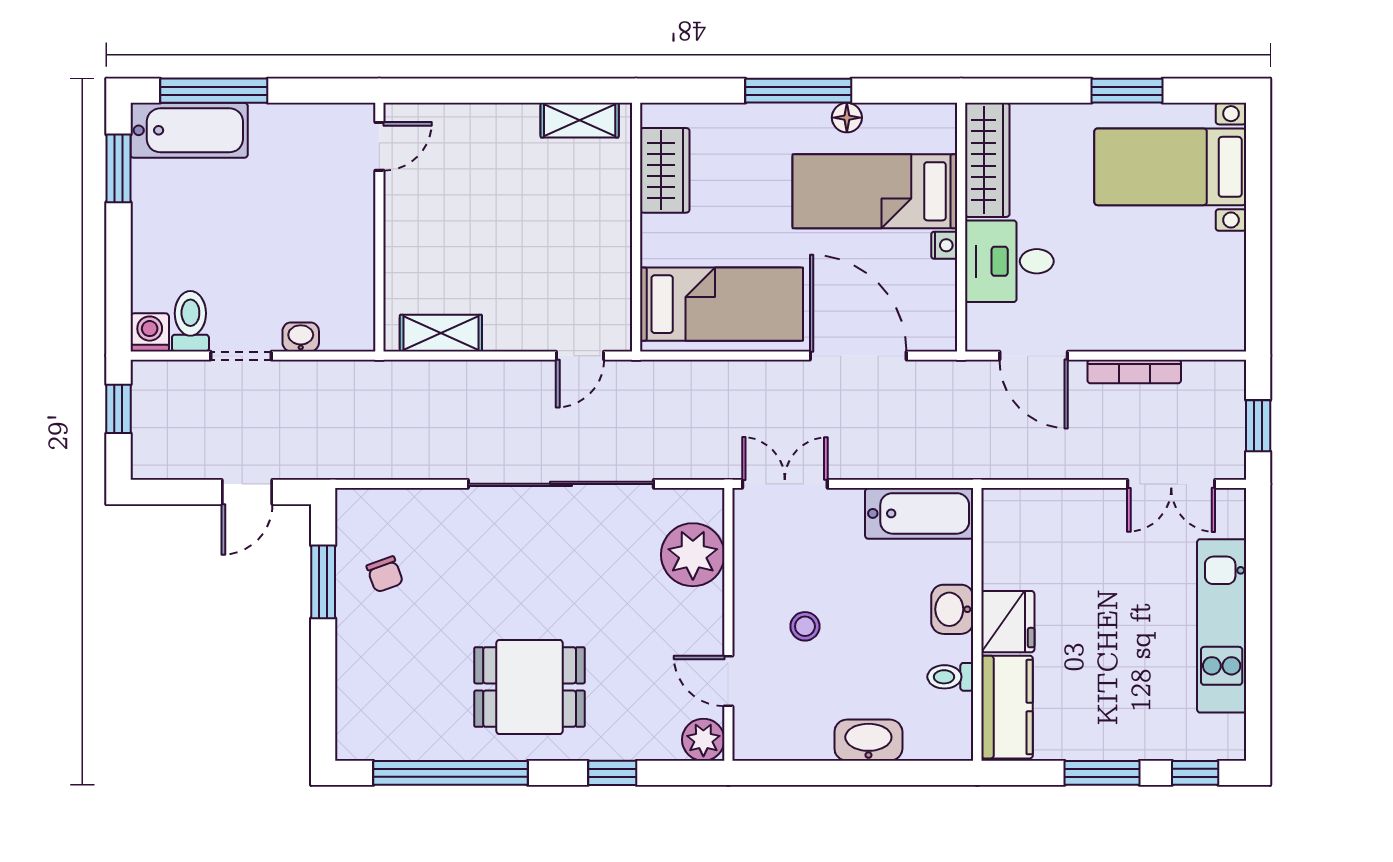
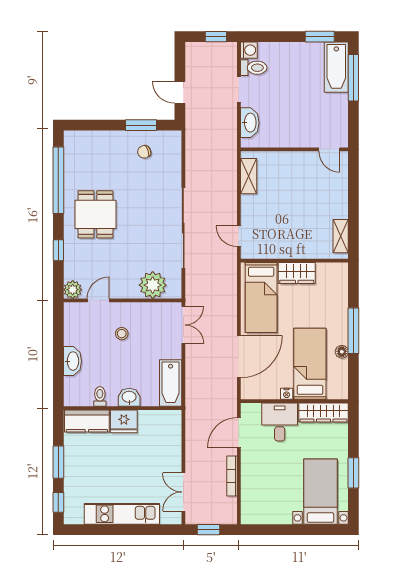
wardrobe: (665, 170) -> (297, 273), moved
washbasin: (301, 337) -> (250, 123), width x1.91, depth x1.45

